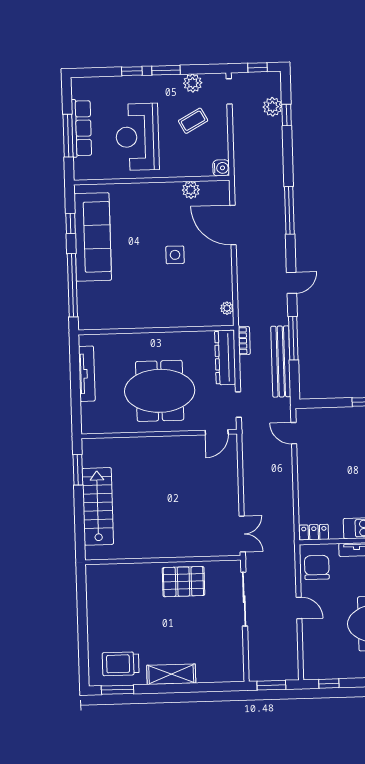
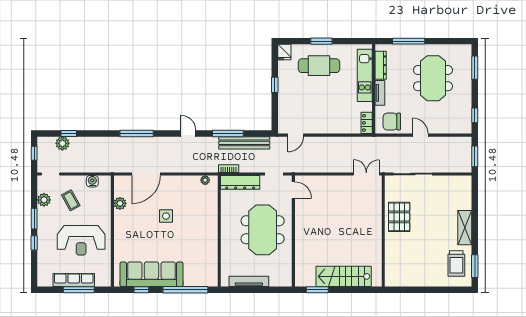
water cooler: (221, 168) -> (92, 181), moved
door: (299, 608) -> (420, 135), hinge flipped

